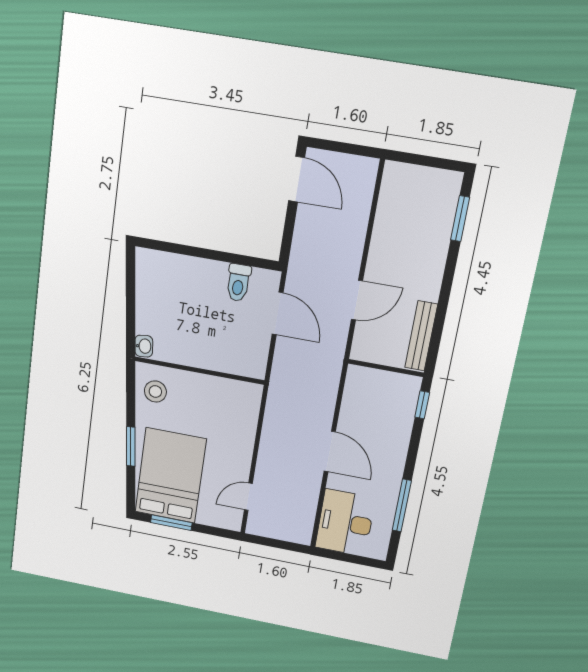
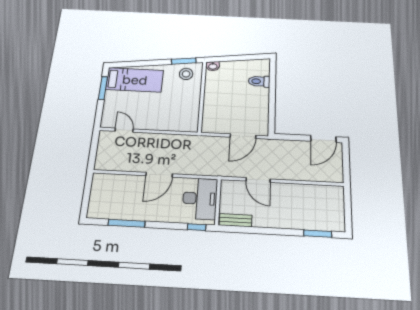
toilet: (238, 283) -> (259, 81), moved
bench: (421, 336) -> (236, 220), width x0.73
window: (131, 446) -> (184, 61), moved
bed: (170, 476) -> (135, 80), width x0.67
desk: (345, 523) -> (200, 198), moved, turned 90

